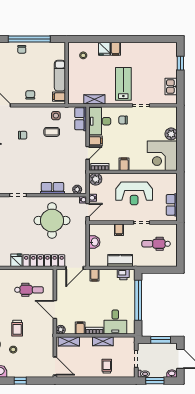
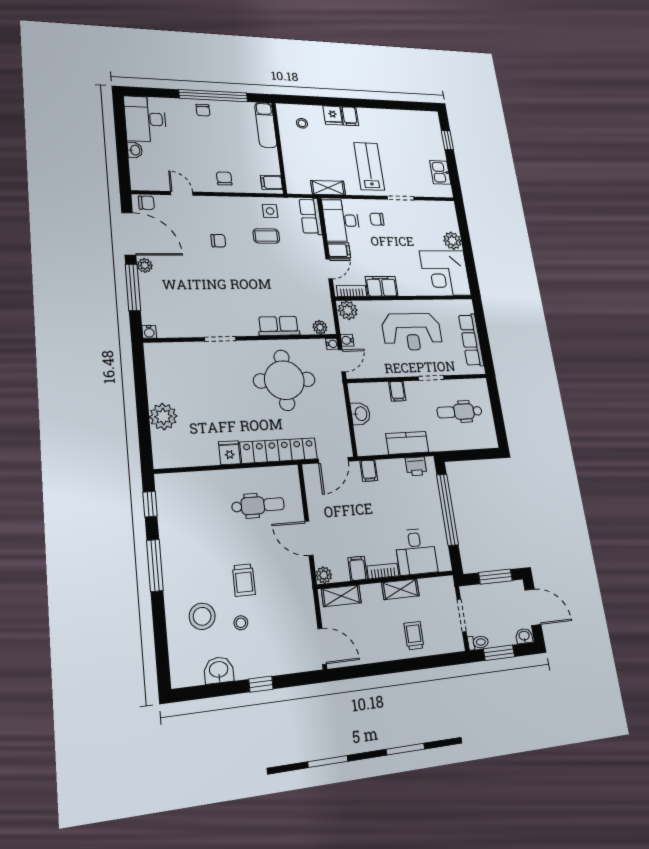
exam couch: (60, 76) -> (266, 125), moved
filing cabinet: (124, 164) -> (382, 286), width x2.00
row of seats: (172, 205) -> (471, 340), width x1.48

